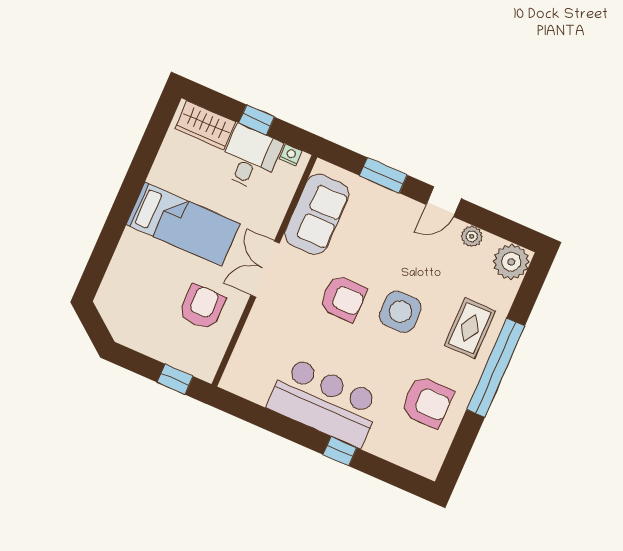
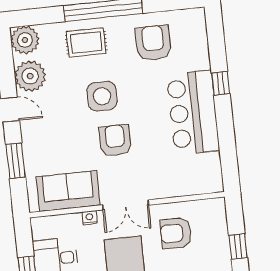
nightstand: (291, 155) -> (90, 218), moved, turned 90
plant: (472, 236) -> (30, 76), width x1.87, depth x1.87
window: (175, 379) -> (238, 247), moved

